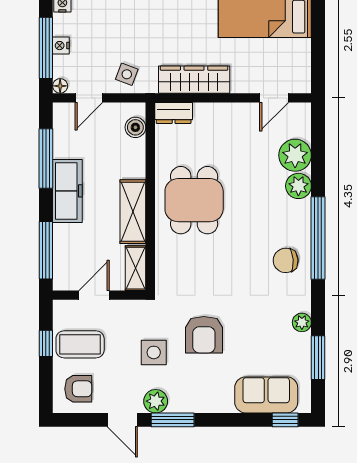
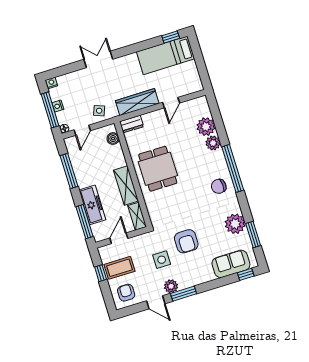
door: (274, 98) -> (171, 103), moved
freezer: (67, 191) -> (92, 205), moved
plant: (302, 322) -> (235, 224), width x1.88, depth x1.88
armchair: (78, 389) -> (126, 293), turned -90

